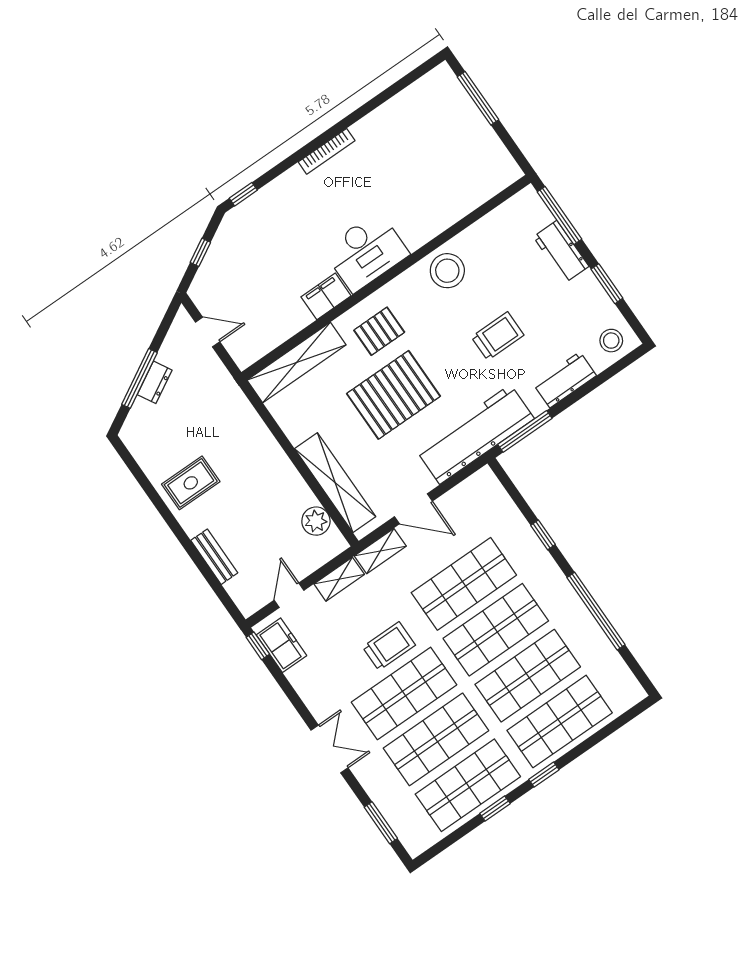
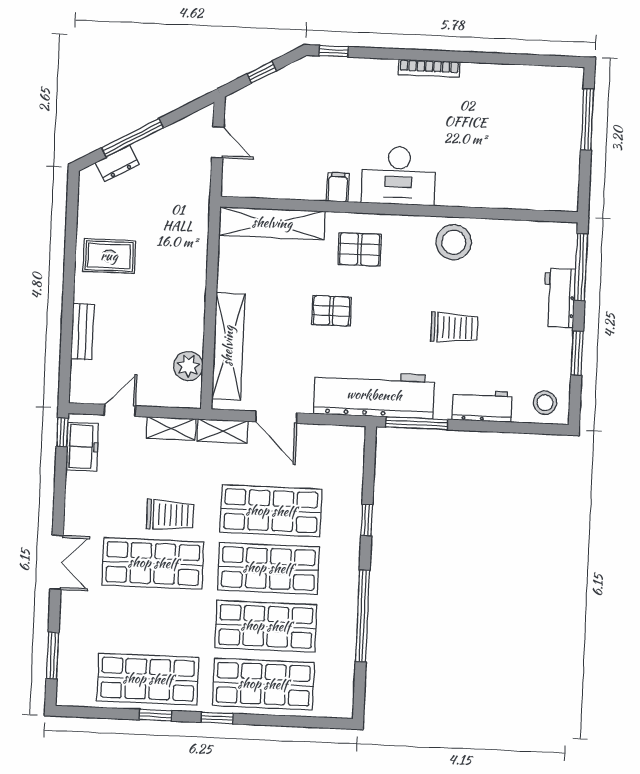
filing cabinet: (326, 296) -> (338, 187), width x0.50
dresser: (155, 382) -> (117, 163), moved
pallet: (393, 395) -> (331, 311), width x0.49, depth x0.50
shop shelf: (436, 739) -> (150, 621), removed

